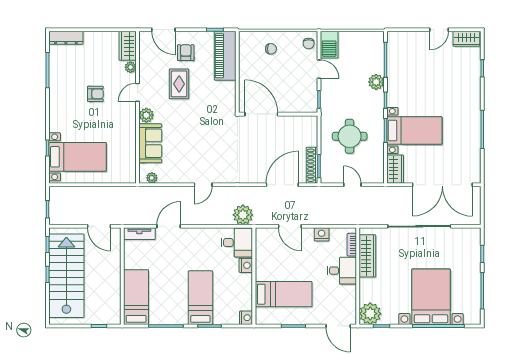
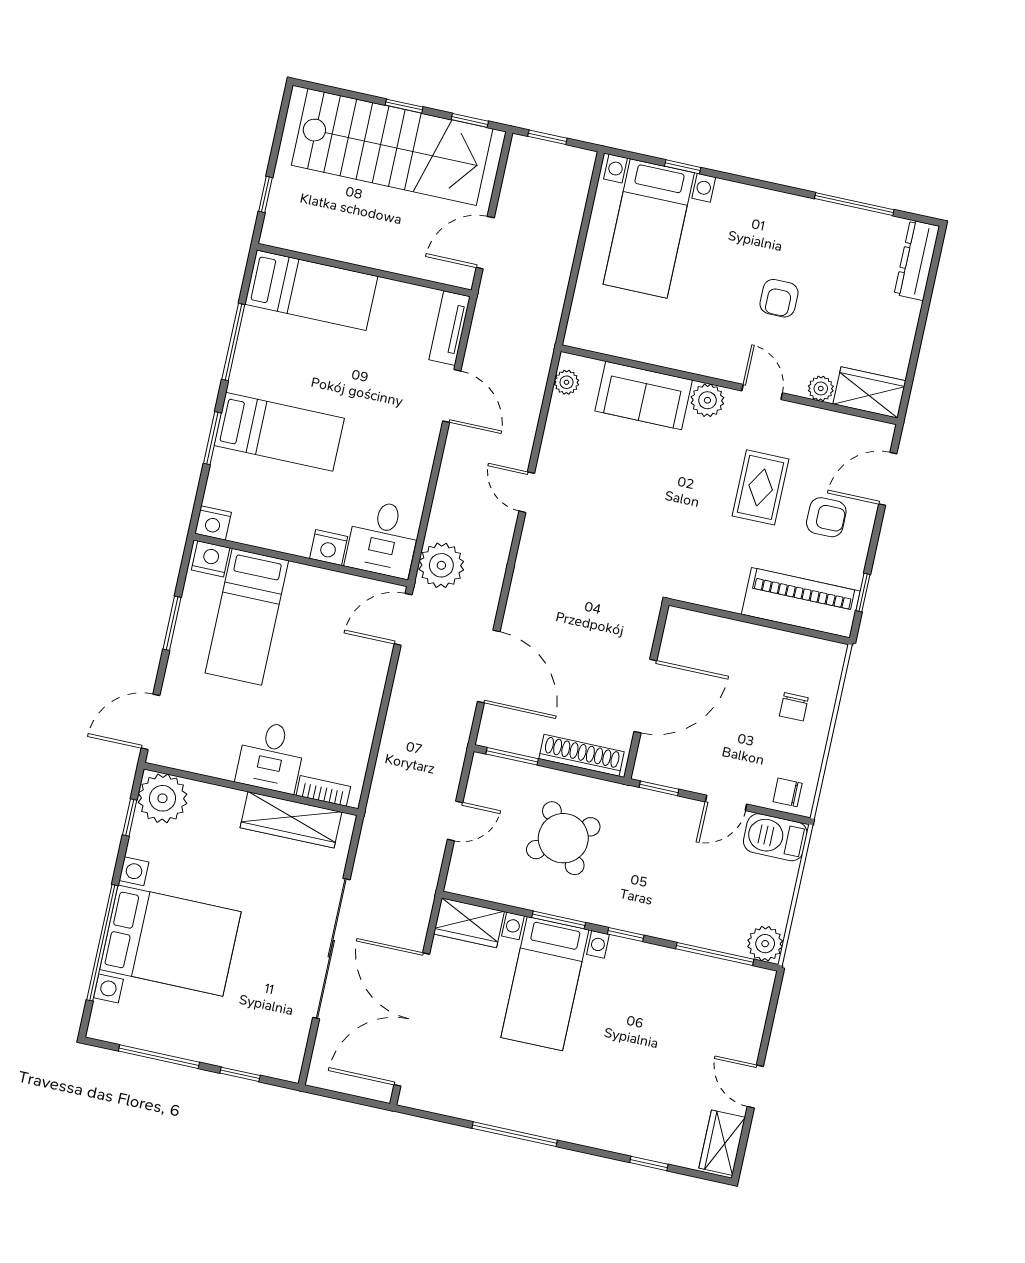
plant: (376, 82) -> (765, 944), moved
rug: (179, 84) -> (761, 487), turned 90
door: (261, 114) -> (645, 696), moved
round table: (350, 136) -> (563, 838), turned -35
shoe rack: (312, 165) -> (582, 755), moved
door: (290, 226) -> (403, 619), moved
nightstand: (322, 234) -> (211, 559), moved, turned -90

